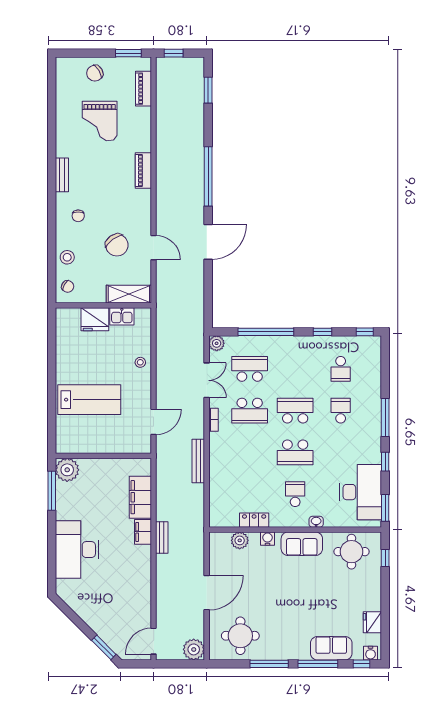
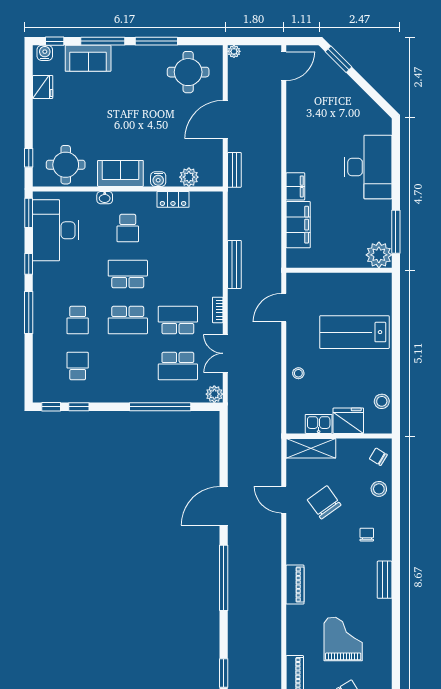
window: (322, 332) -> (79, 407), moved
stool: (65, 337) -> (382, 401), added
bench: (162, 538) -> (234, 170), moved
plant: (194, 649) -> (234, 51), width x0.53, depth x0.53

